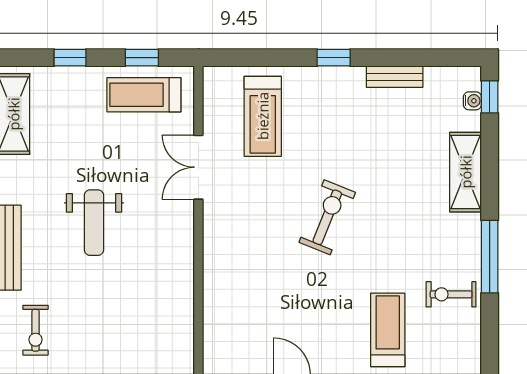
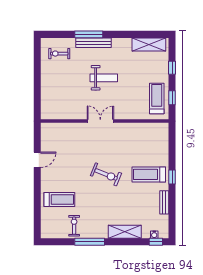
treadmill: (263, 116) -> (149, 174), moved
double door: (198, 167) -> (100, 121), moved
weight bench: (94, 223) -> (104, 78), turned 180

